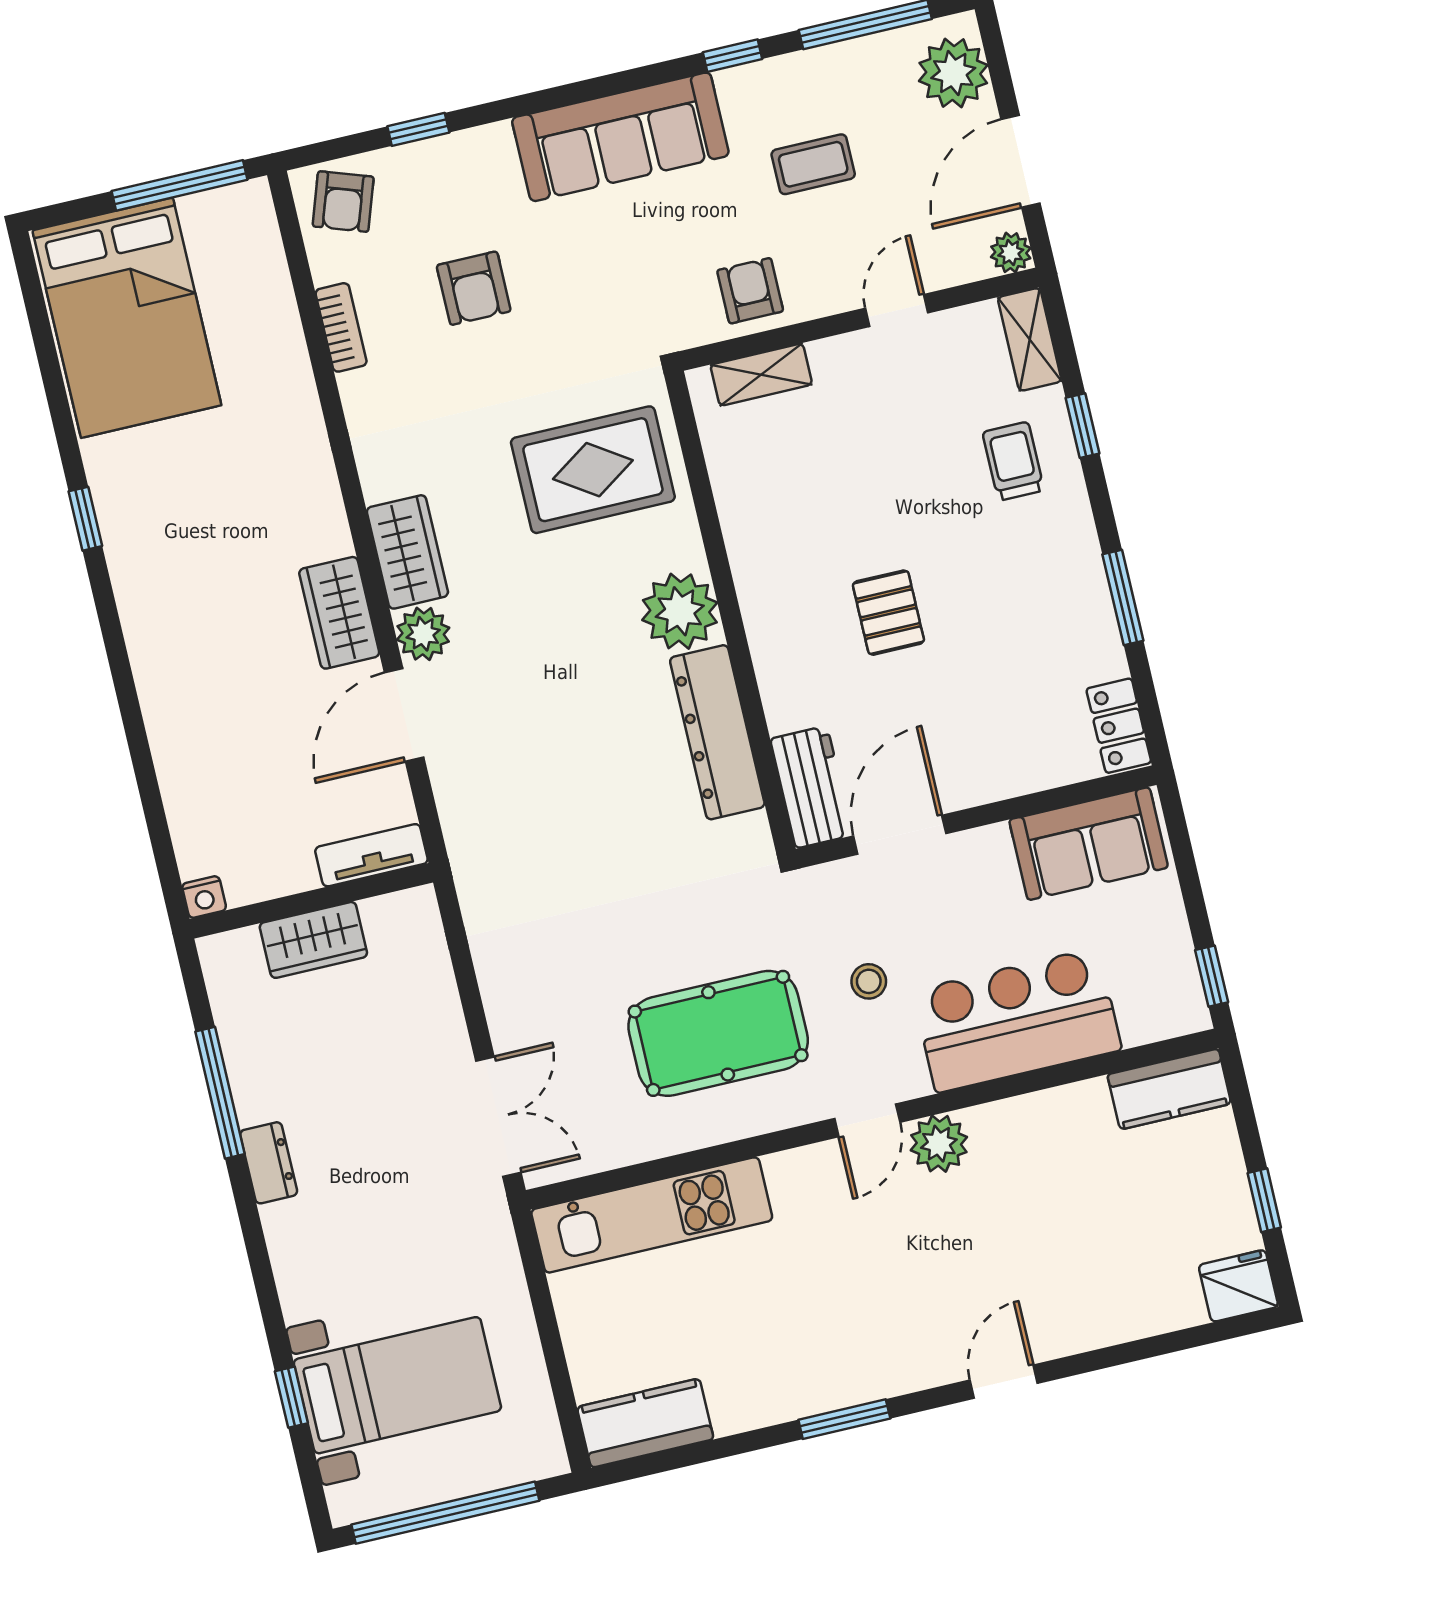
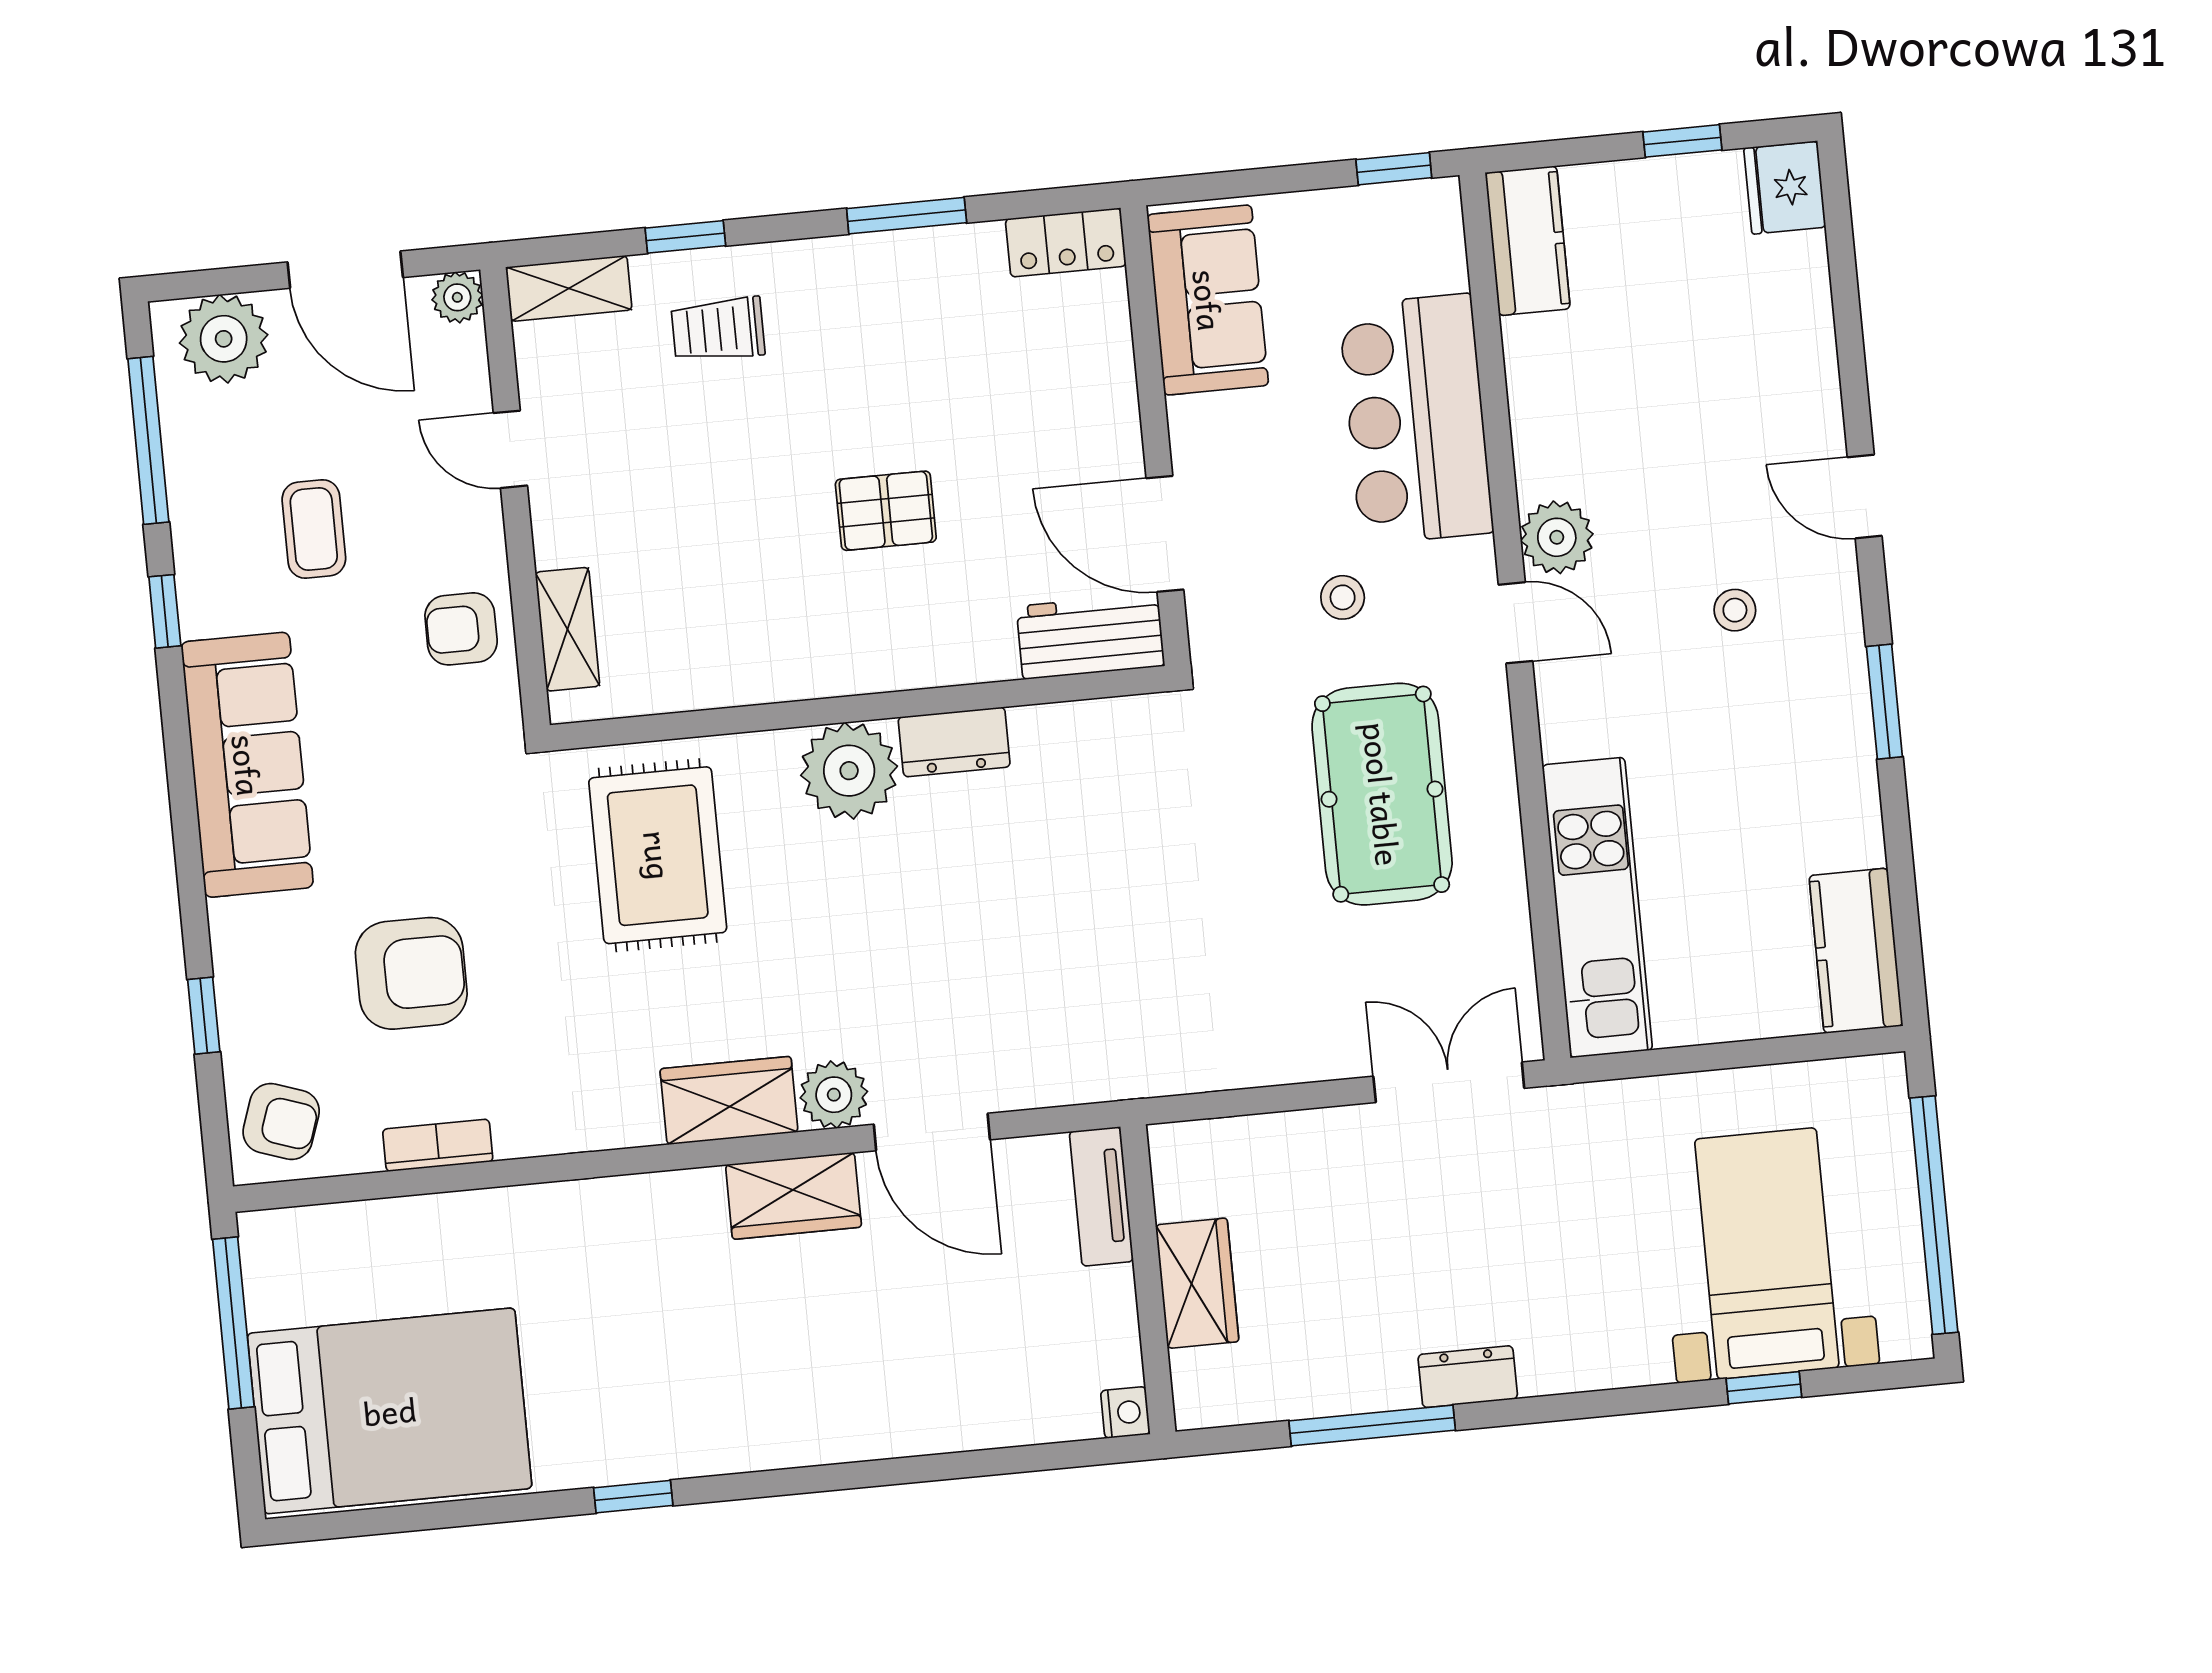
armchair: (474, 288) -> (411, 973), width x1.38, depth x1.38
dresser: (717, 732) -> (954, 742), width x0.51, depth x0.80
stool: (901, 1292) -> (1735, 610), added

